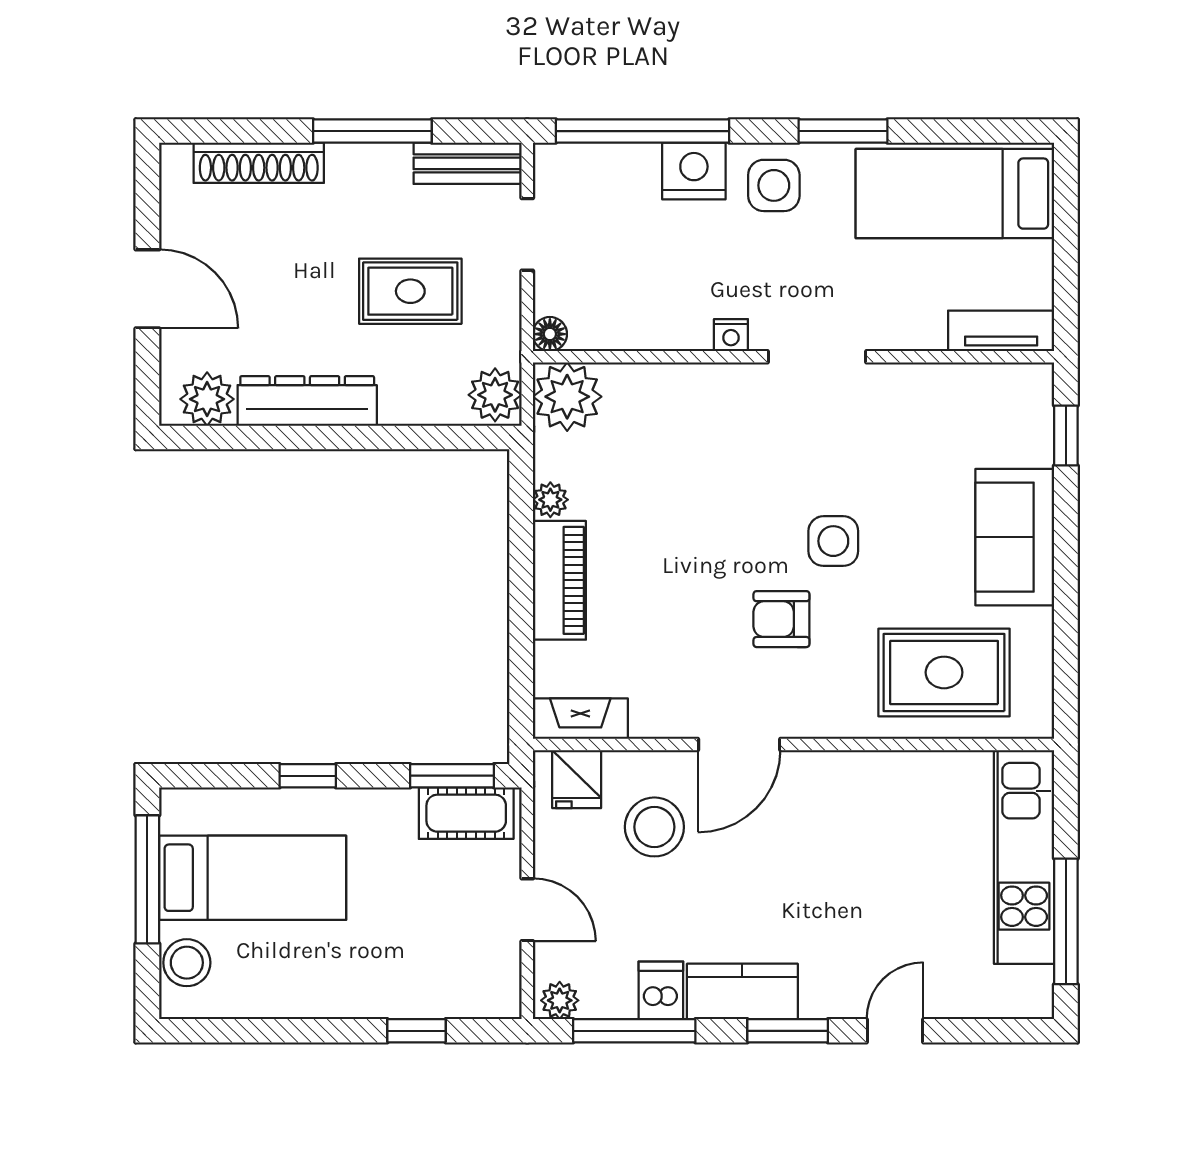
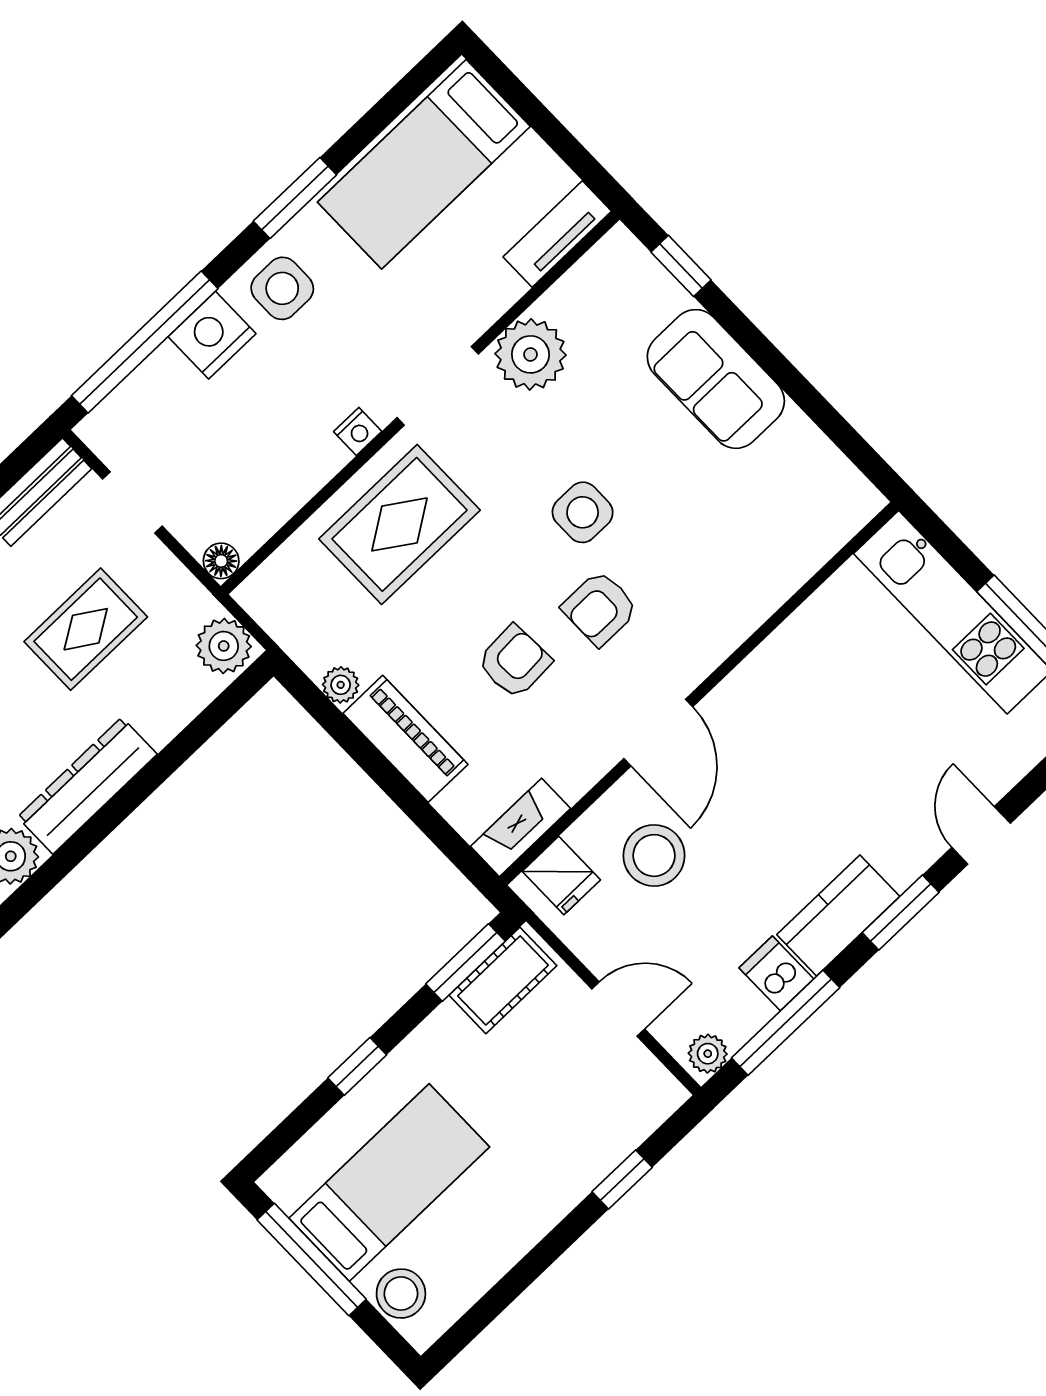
plant: (567, 397) -> (530, 354), moved
armchair: (686, 599) -> (514, 662), added
rug: (944, 672) -> (399, 524), moved

